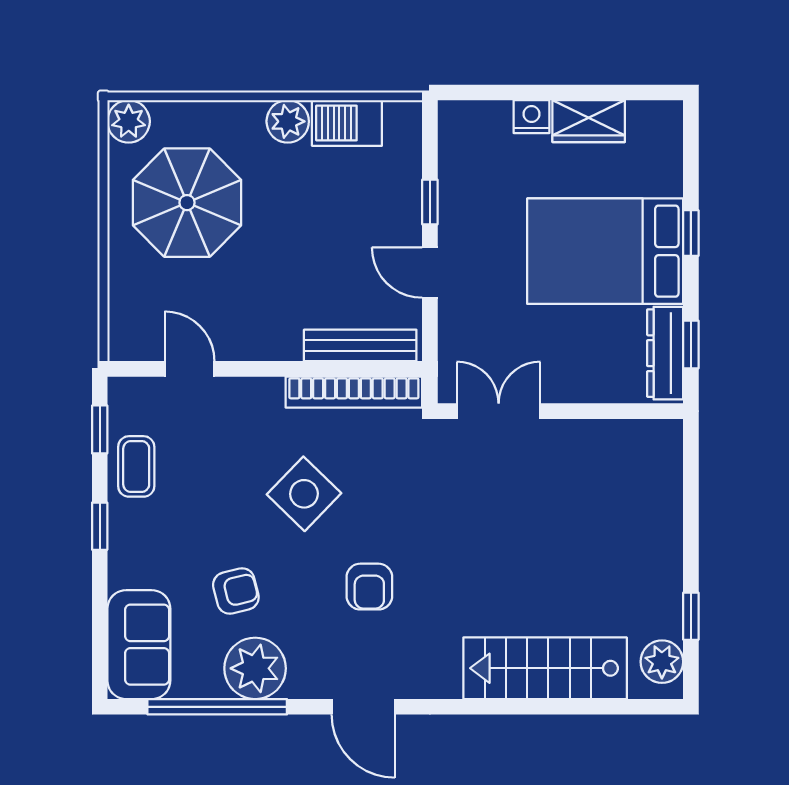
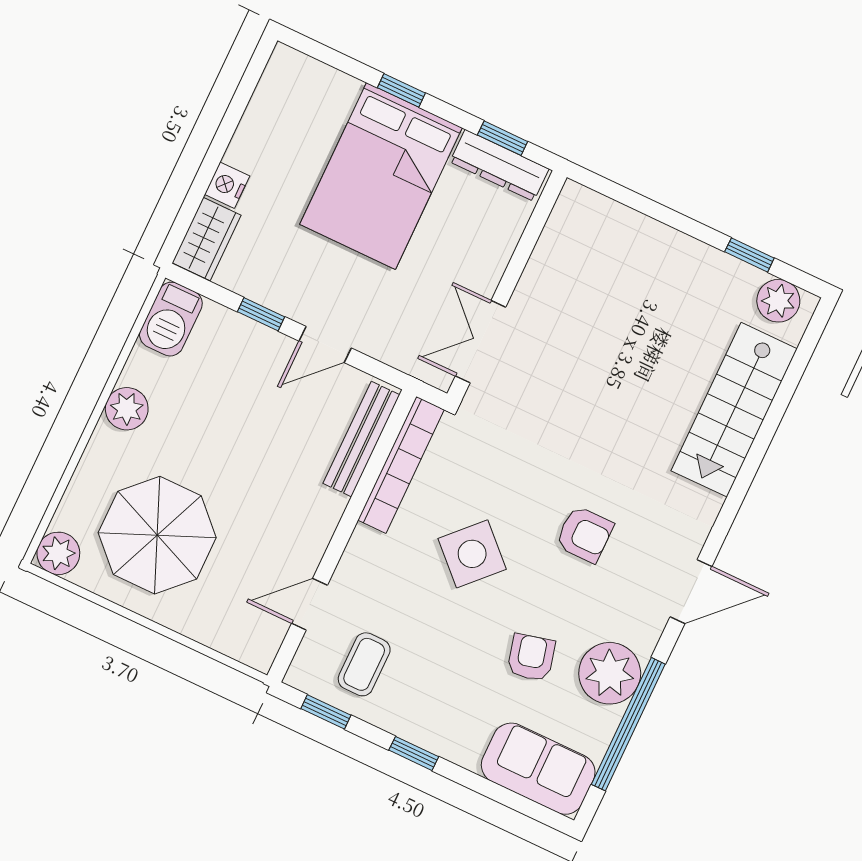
wardrobe: (589, 121) -> (207, 239), moved
barbecue: (347, 123) -> (171, 319), moved
coffee table: (136, 466) -> (364, 664), moved, turned 90

